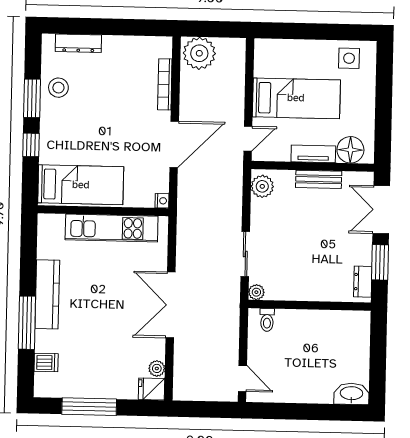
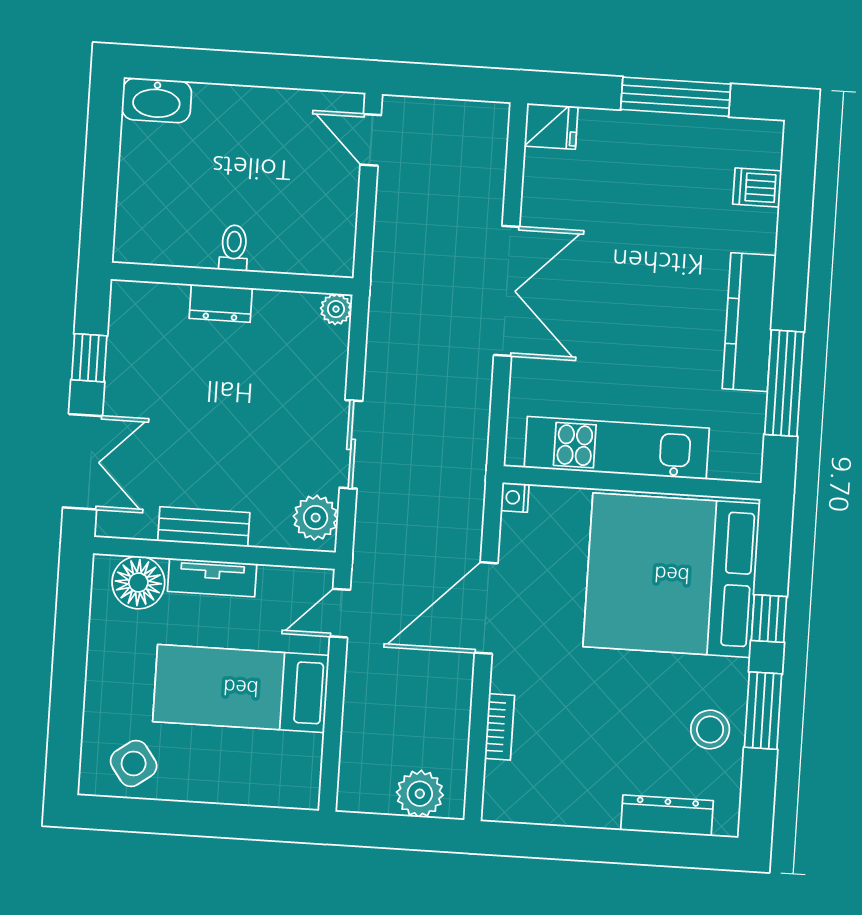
plant: (199, 53) -> (420, 794), width x0.73, depth x0.73
side table: (349, 58) -> (134, 763), turned -36
bookcase: (165, 84) -> (500, 727), width x0.64
bed: (81, 185) -> (672, 575), width x2.04
sliding door: (245, 254) -> (351, 444), moved
window: (380, 262) -> (89, 358), width x0.67
dresser: (363, 282) -> (221, 303), moved, turned 90
toilet: (267, 320) -> (234, 248), moved
window: (27, 323) -> (784, 383), moved
plant: (157, 368) -> (539, 167), removed

